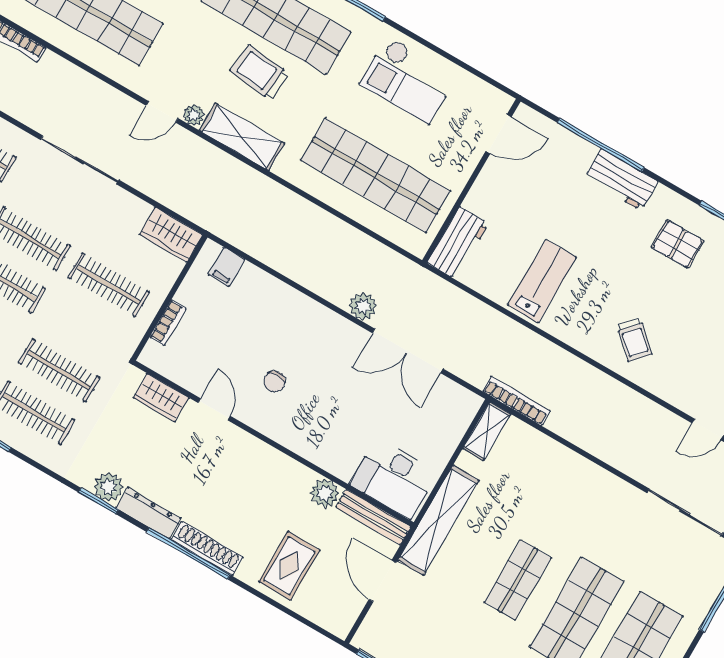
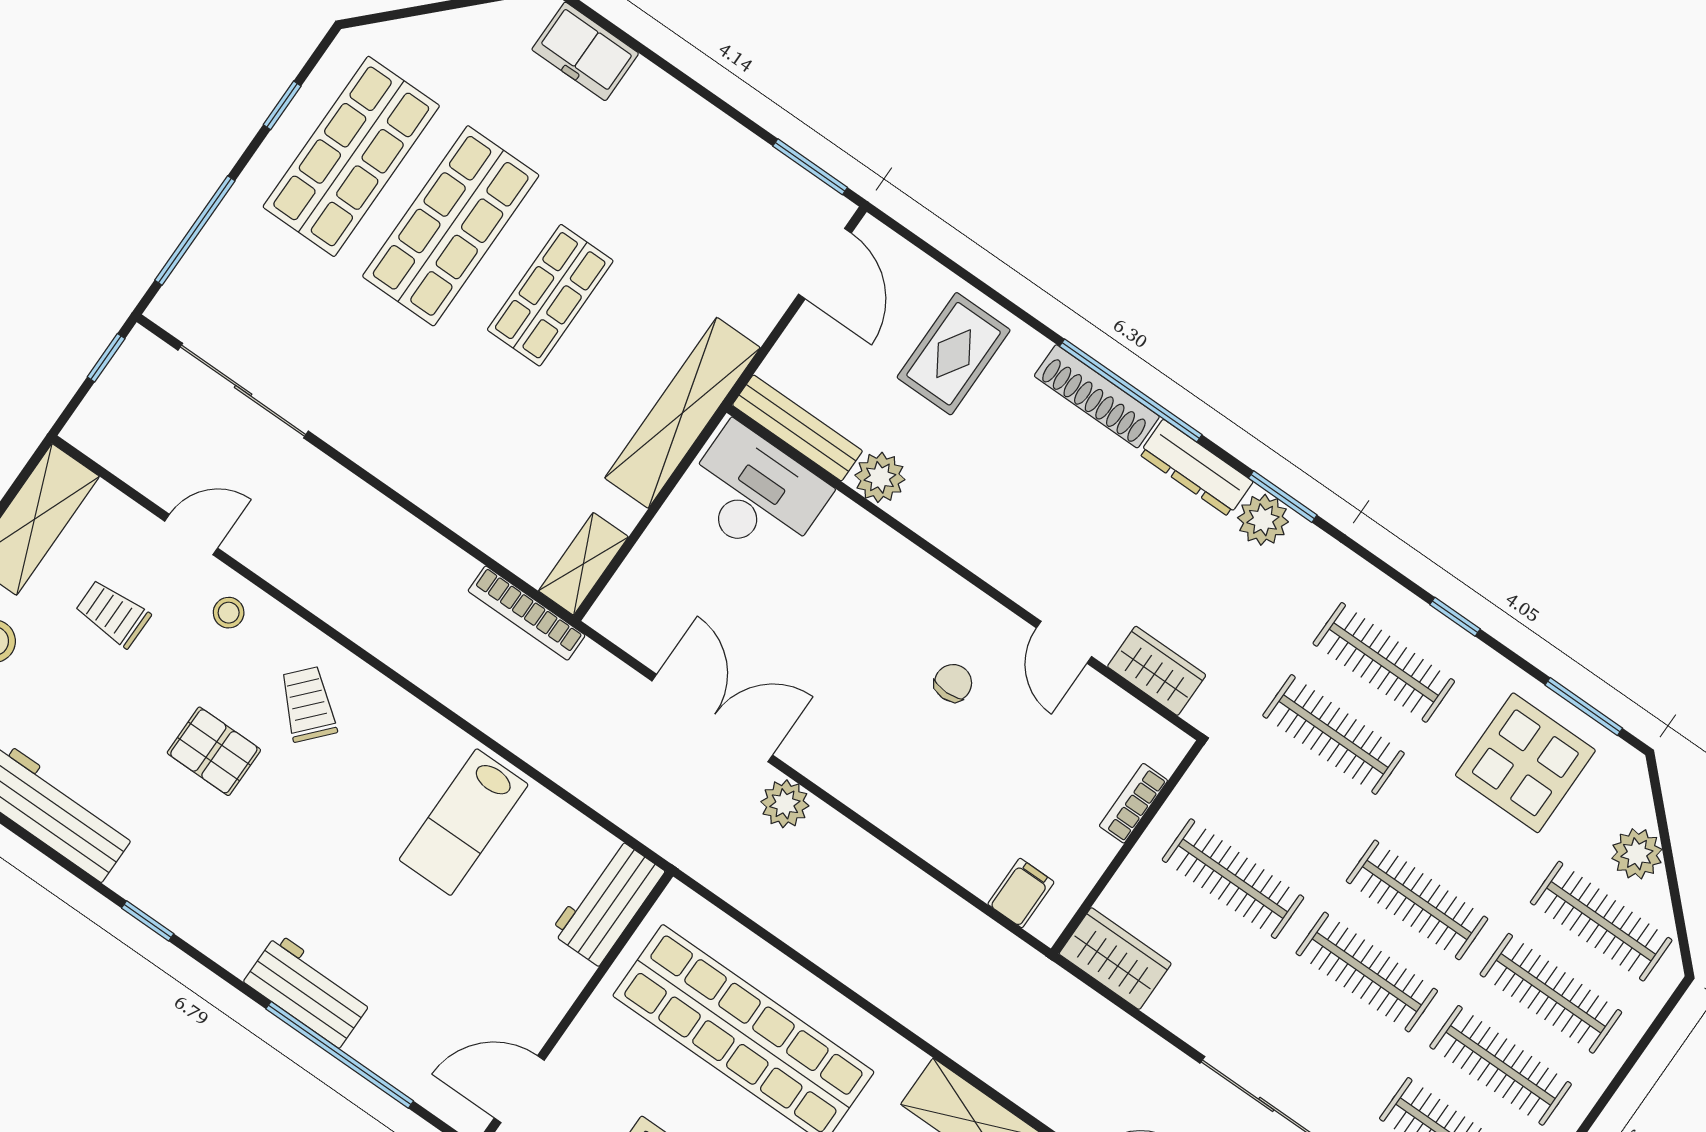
pallet: (677, 244) -> (214, 751), moved
stool: (683, 388) -> (229, 613), added
door: (383, 581) -> (825, 264), moved

